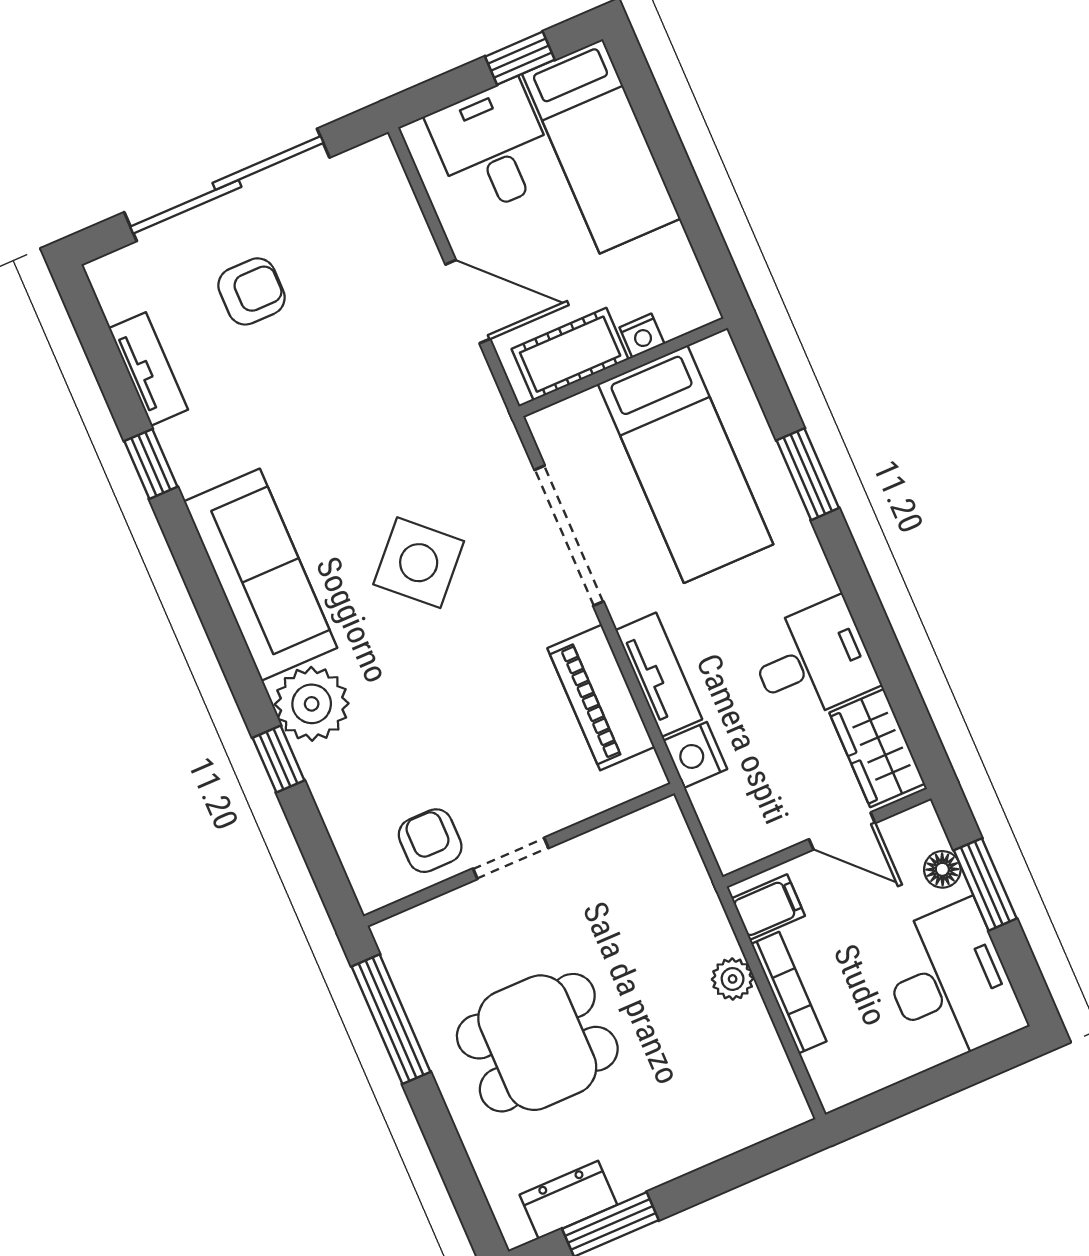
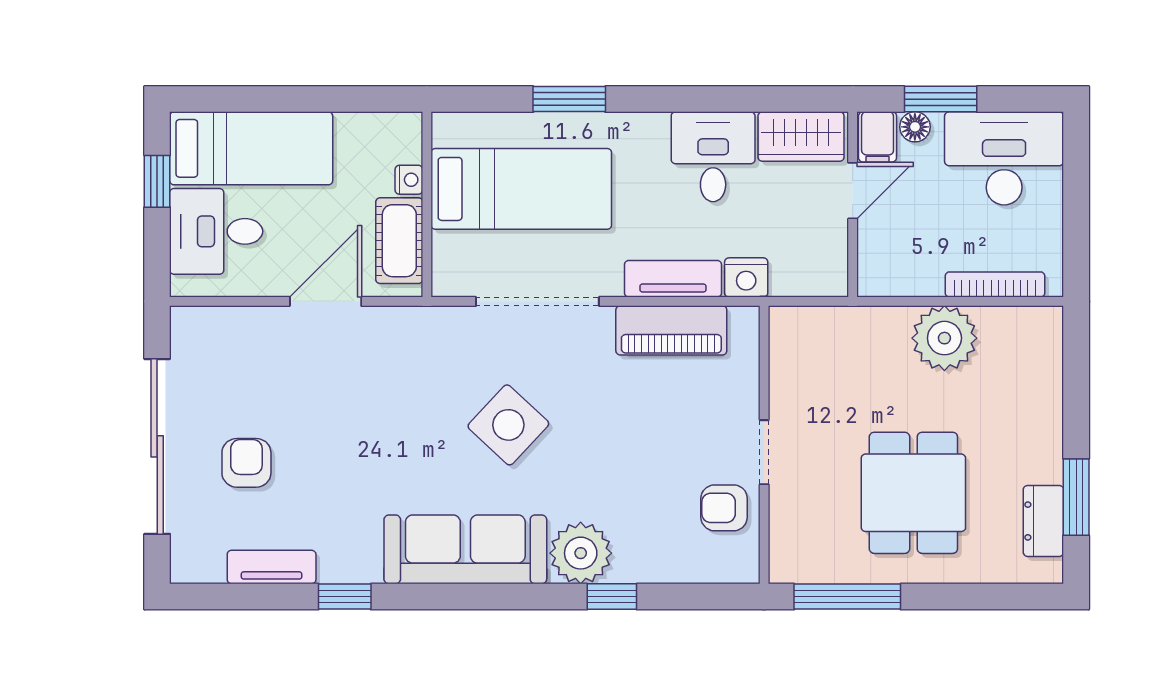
filing cabinet: (768, 907) -> (878, 137), moved, turned 180
plant: (733, 979) -> (944, 338), width x1.88, depth x1.88
bookcase: (789, 993) -> (995, 284), moved

